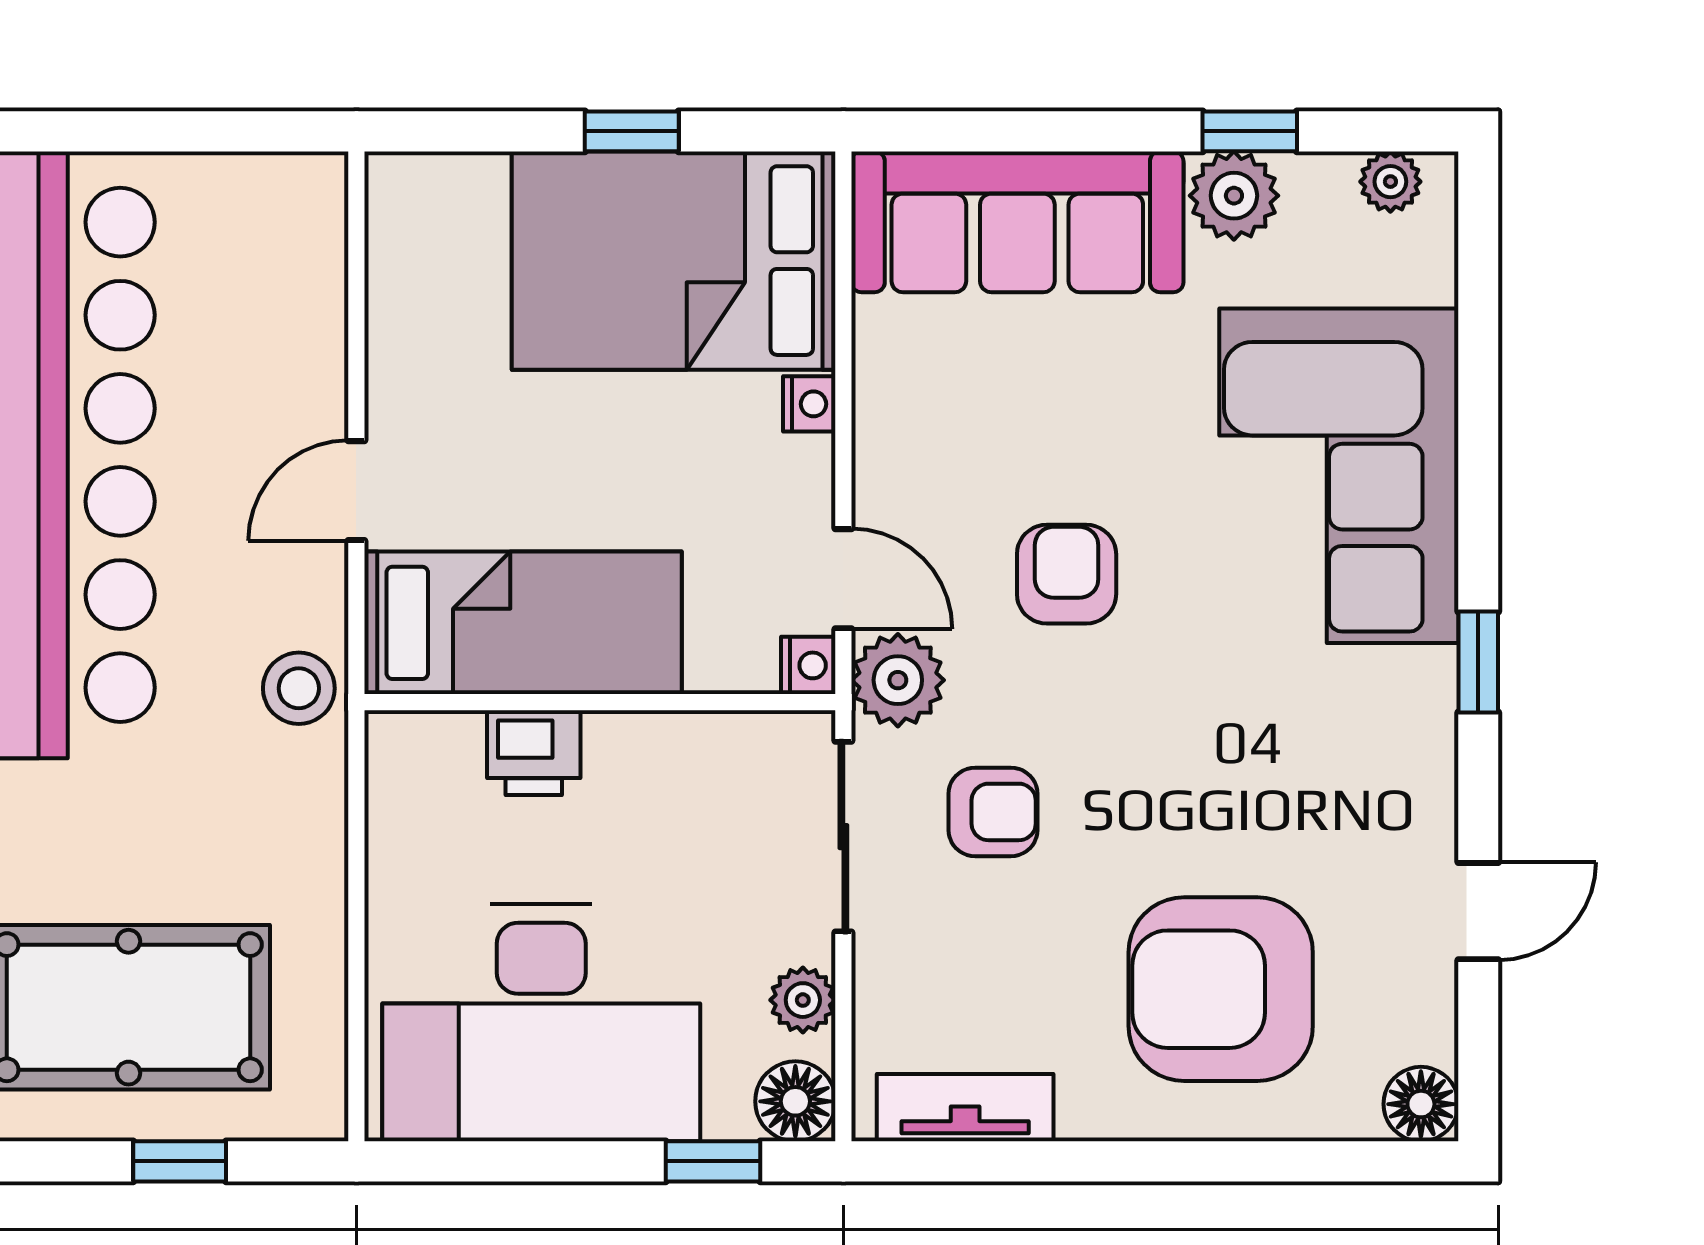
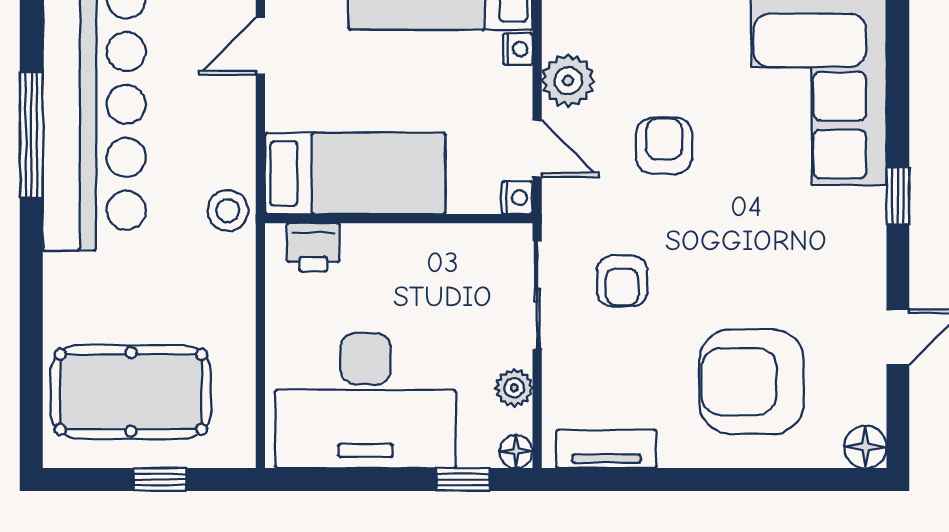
door: (356, 491) -> (260, 46), moved
plant: (898, 680) -> (568, 81), moved
printer: (534, 753) -> (313, 247), moved
armchair: (993, 812) -> (622, 281), turned 90
floor lamp: (795, 1101) -> (516, 452), width x0.73, depth x0.73

